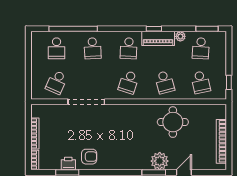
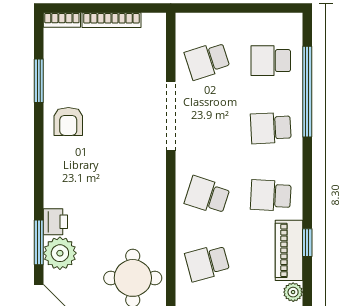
school desk: (57, 82) -> (207, 61), turned -42
printer: (68, 163) -> (55, 222), moved

